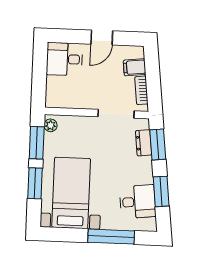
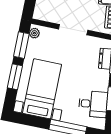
doorway: (116, 114) -> (73, 30), moved

